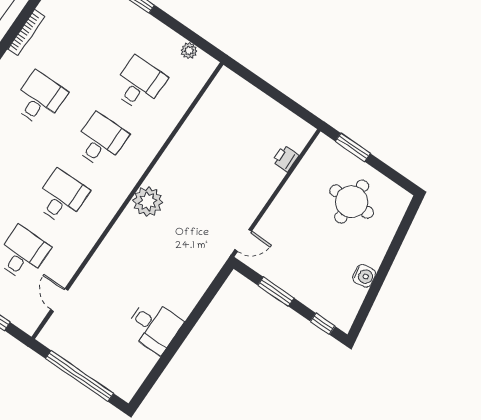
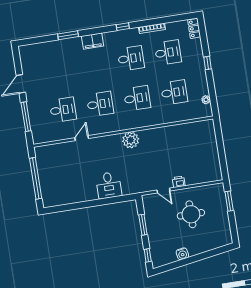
desk: (78, 42) -> (168, 53), added
printer: (285, 159) -> (179, 182), moved
round table: (352, 202) -> (191, 214), moved
door: (243, 240) -> (163, 191), moved
door: (59, 300) -> (82, 138), moved
desk: (154, 326) -> (109, 185), moved

